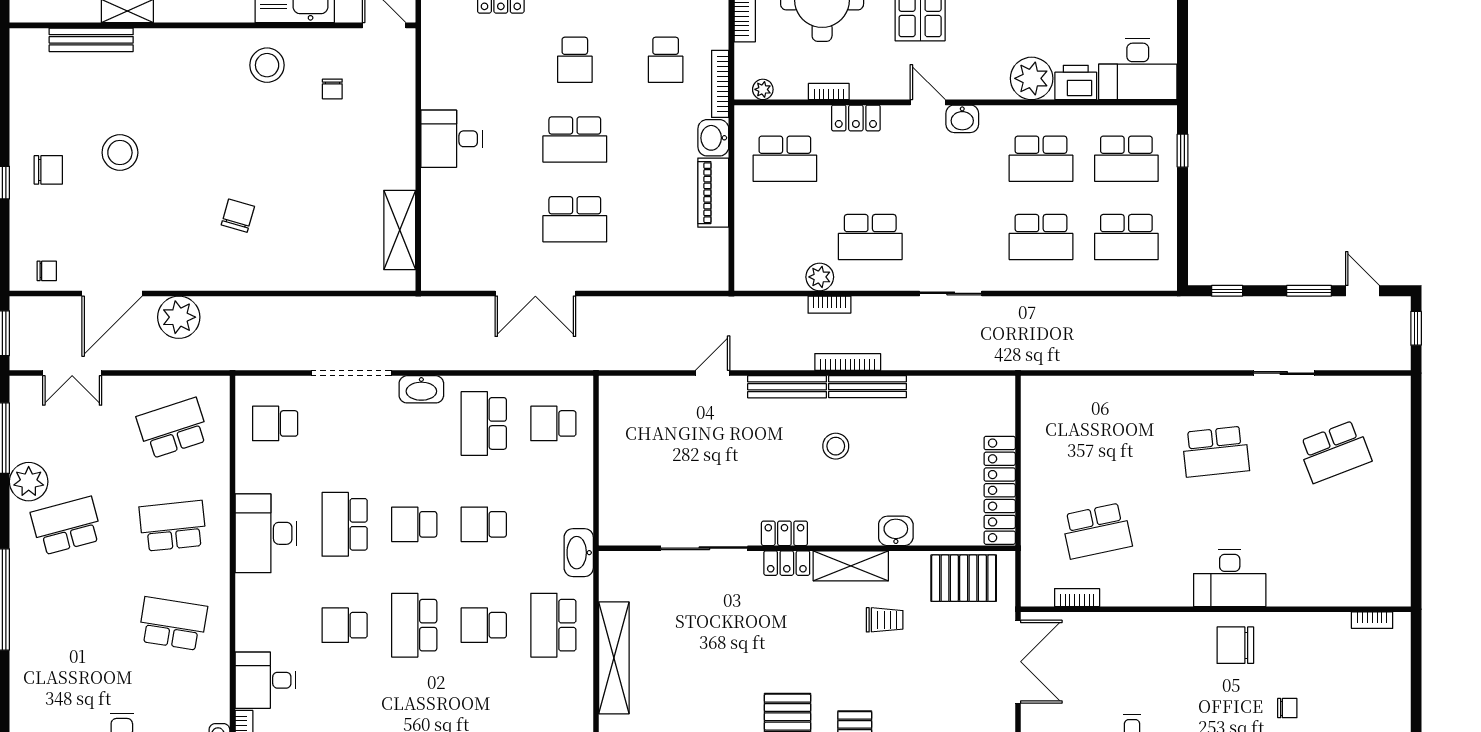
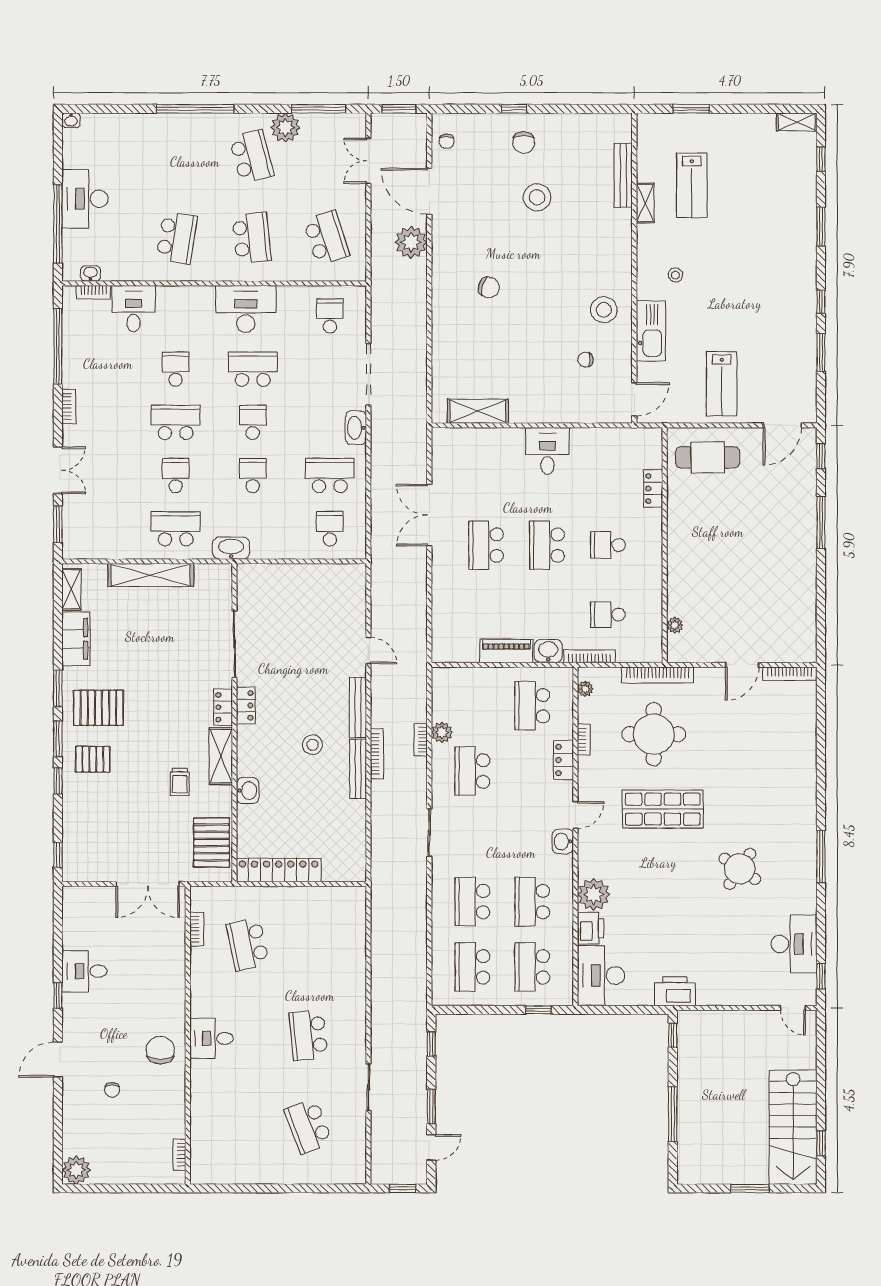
desk: (1230, 578) -> (211, 1038), width x0.73

